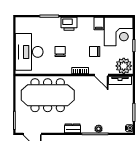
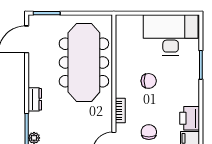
printer: (69, 24) -> (190, 118), moved
desk: (29, 52) -> (171, 35), moved

